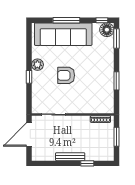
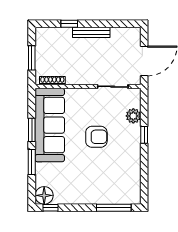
window: (66, 20) -> (114, 208), moved
sofa: (63, 34) -> (50, 125), moved, turned 90
window: (116, 38) -> (32, 162), moved
plant: (37, 65) -> (133, 116), moved

